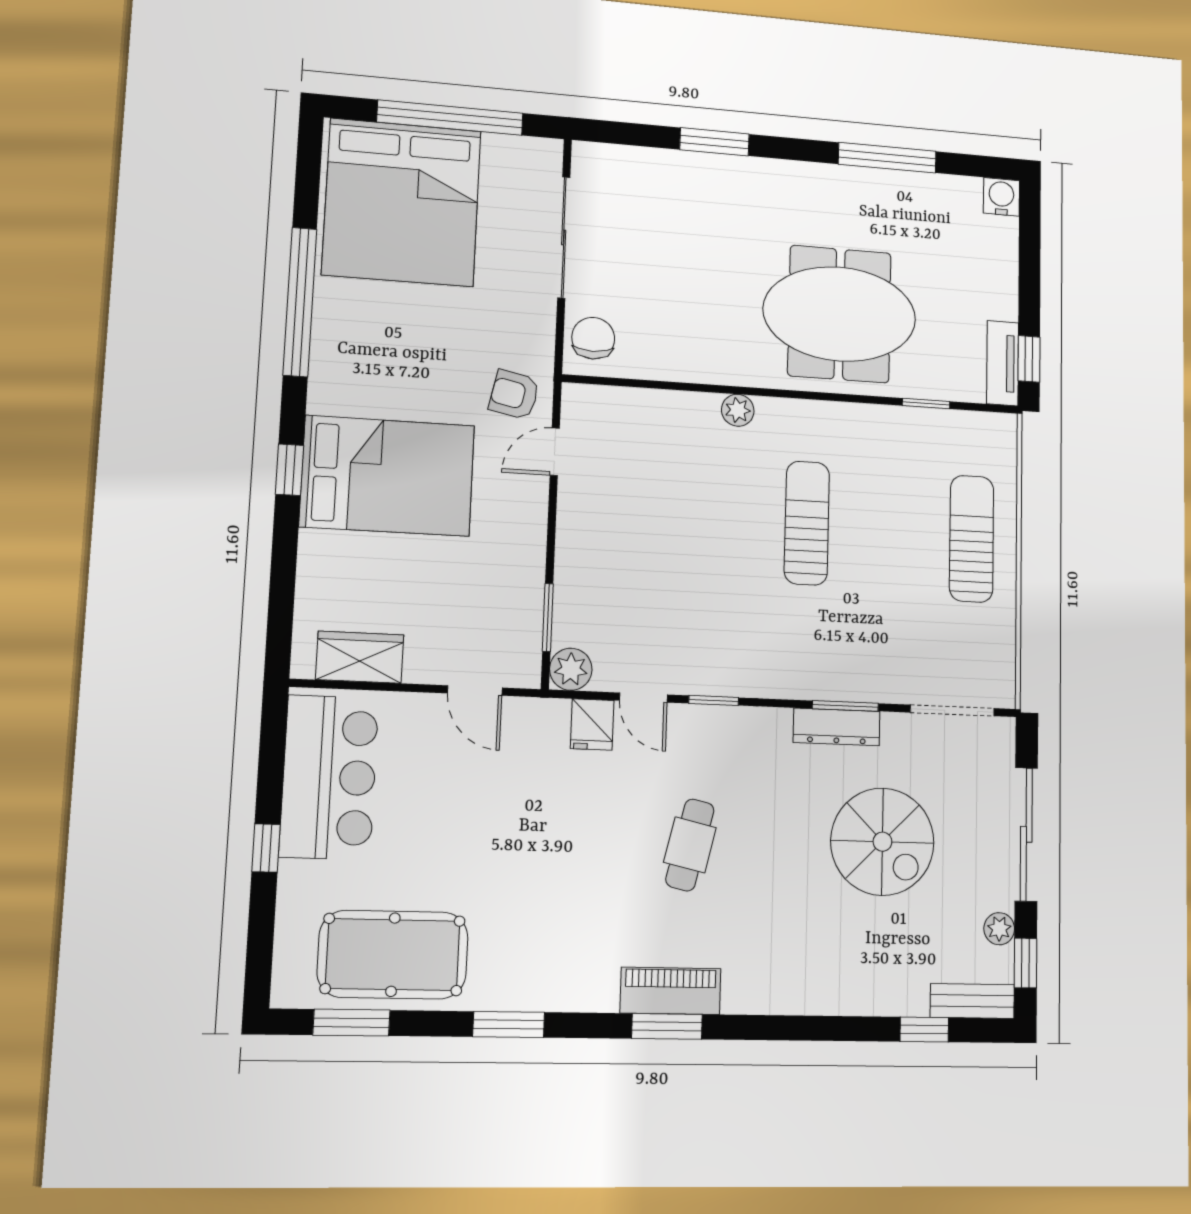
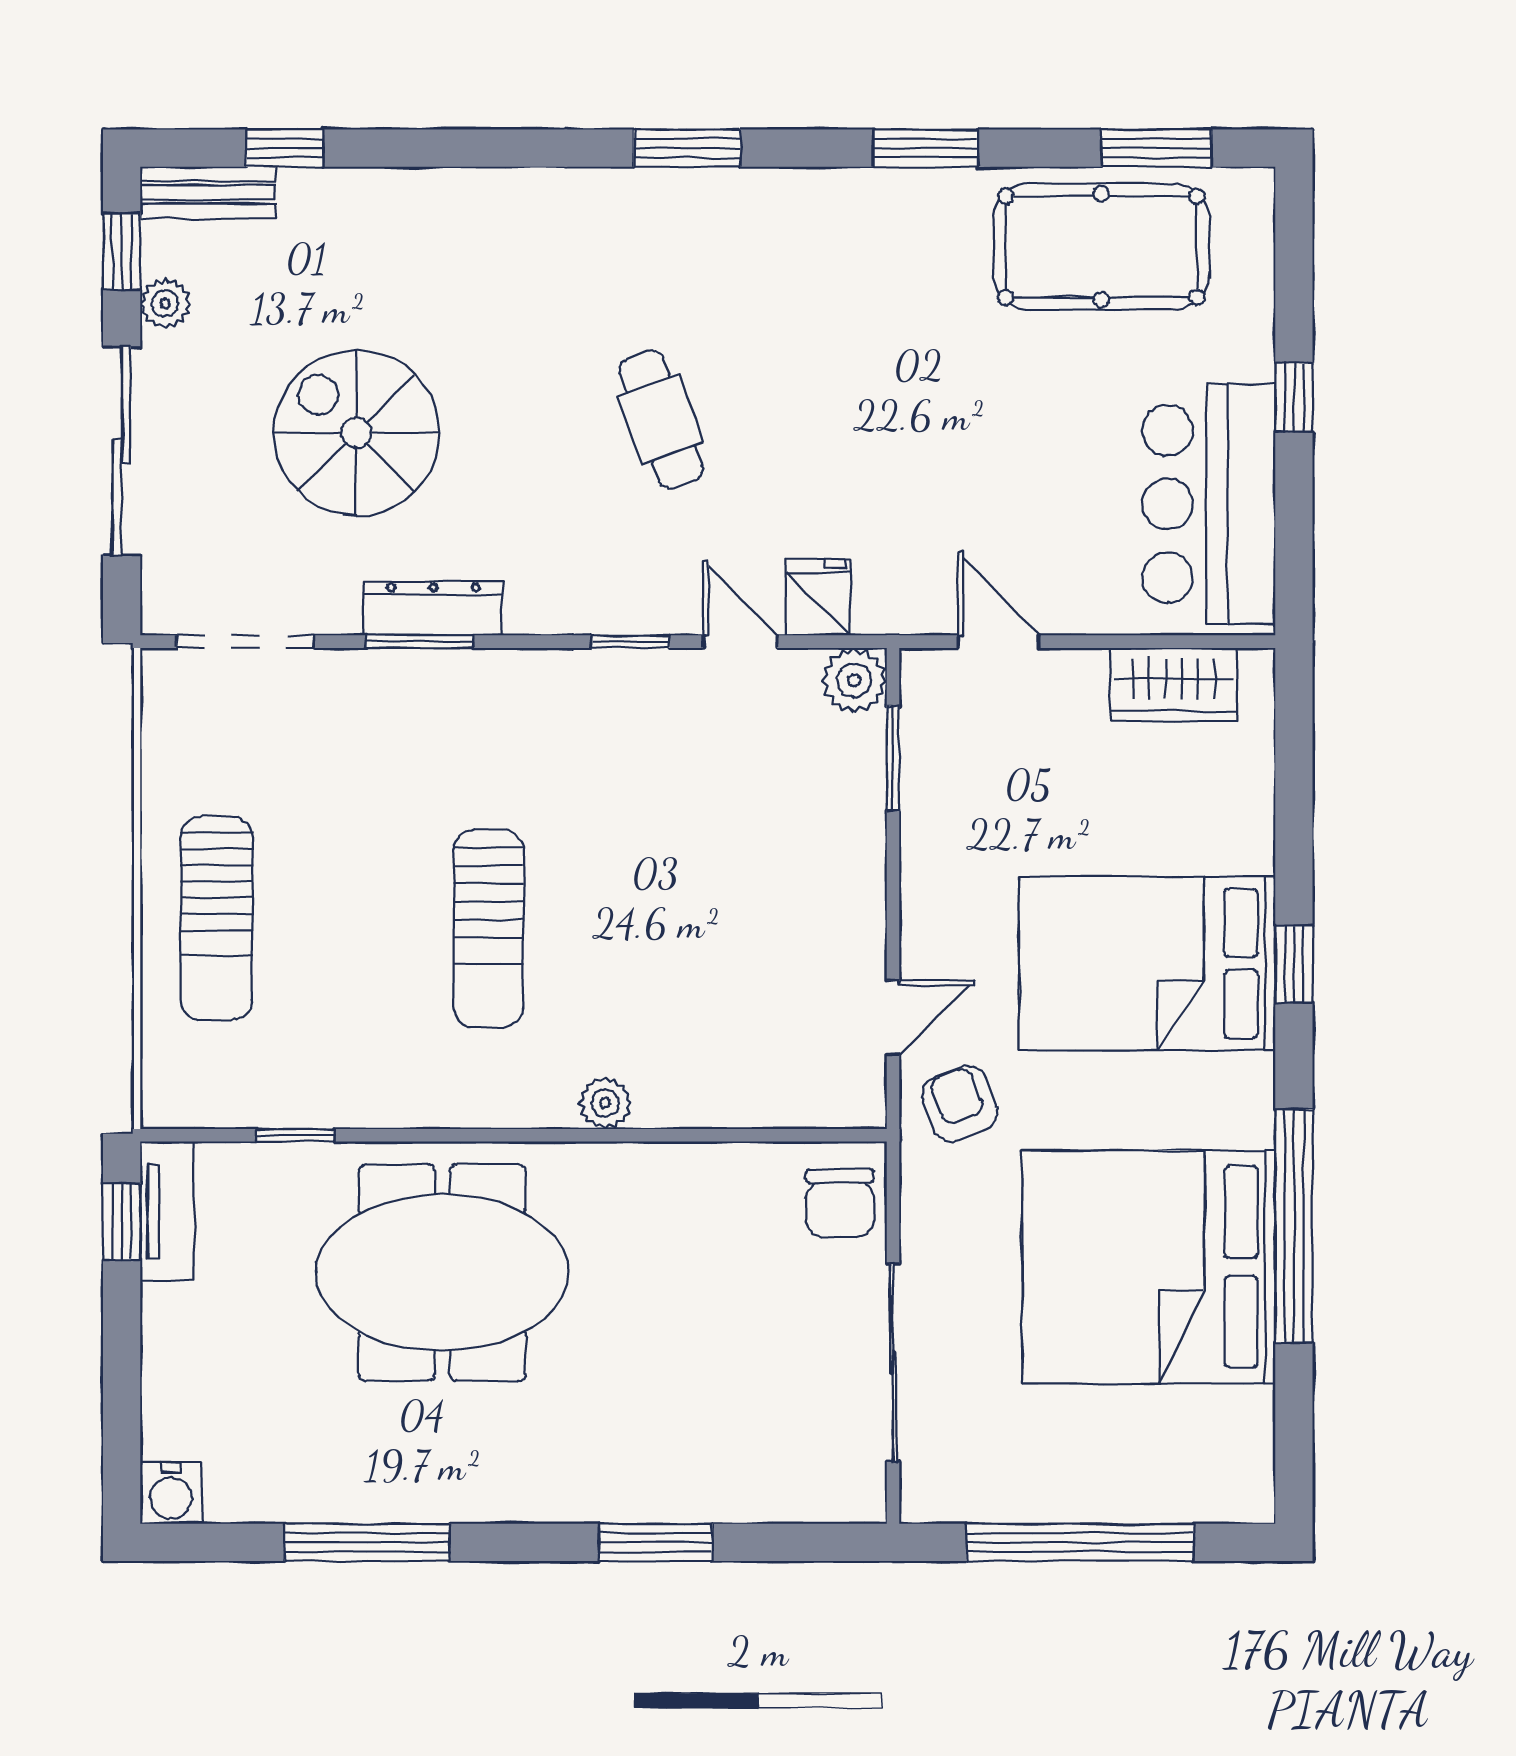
bed: (402, 202) -> (1149, 1267), moved, turned -90
armchair: (514, 395) -> (960, 1103), turned -122
cafe table: (690, 845) -> (661, 419), turned -33
piano: (671, 991) -> (684, 201), removed

